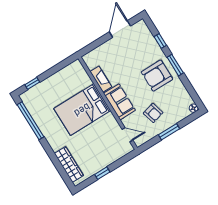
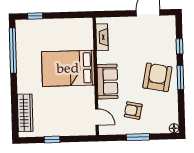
armchair: (157, 76) -> (157, 77), turned 101
fireplace: (101, 79) -> (102, 37), moved
armchair: (153, 113) -> (133, 111), turned 117

